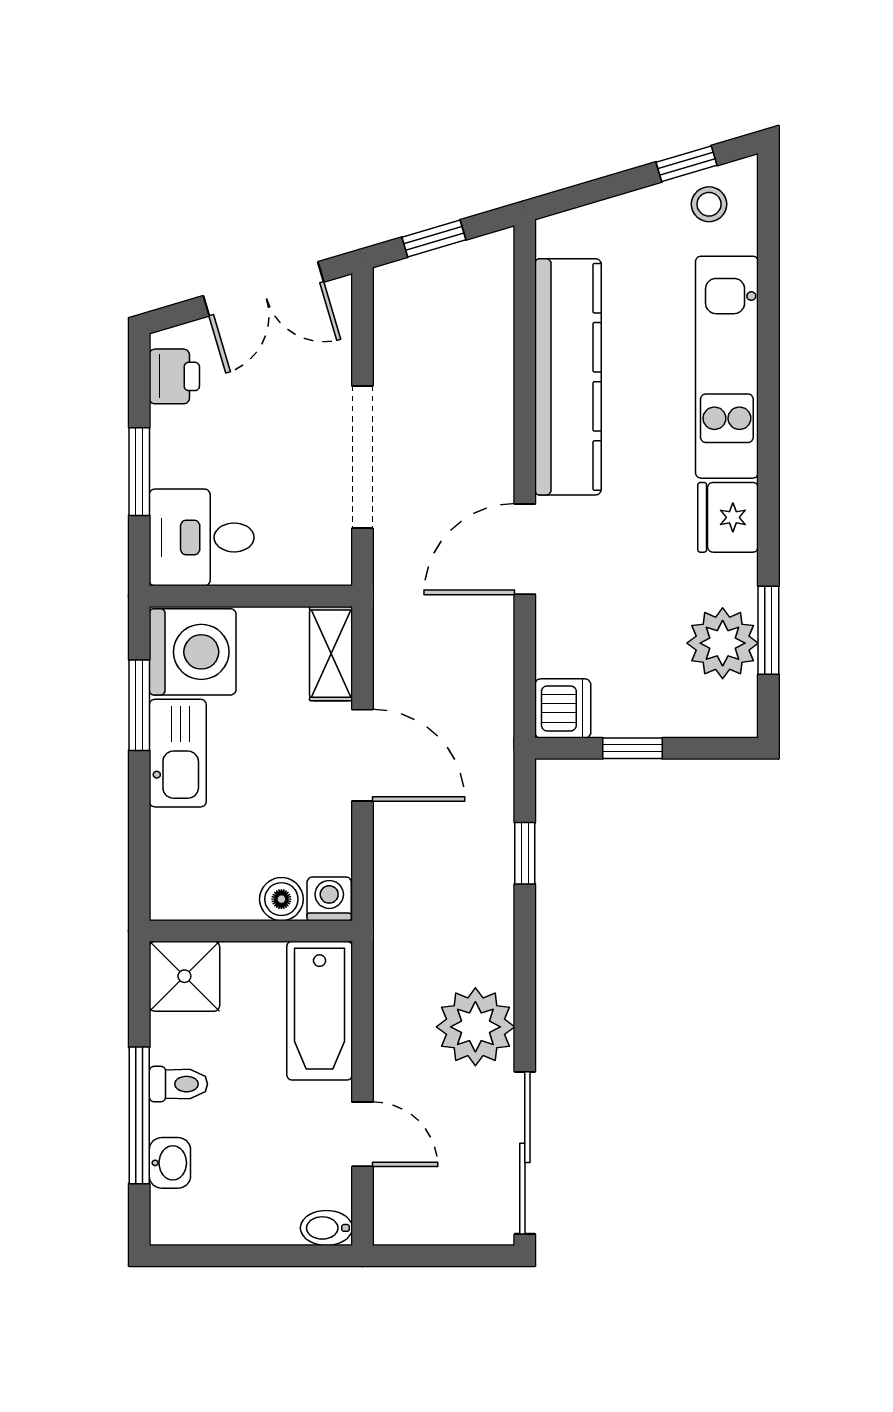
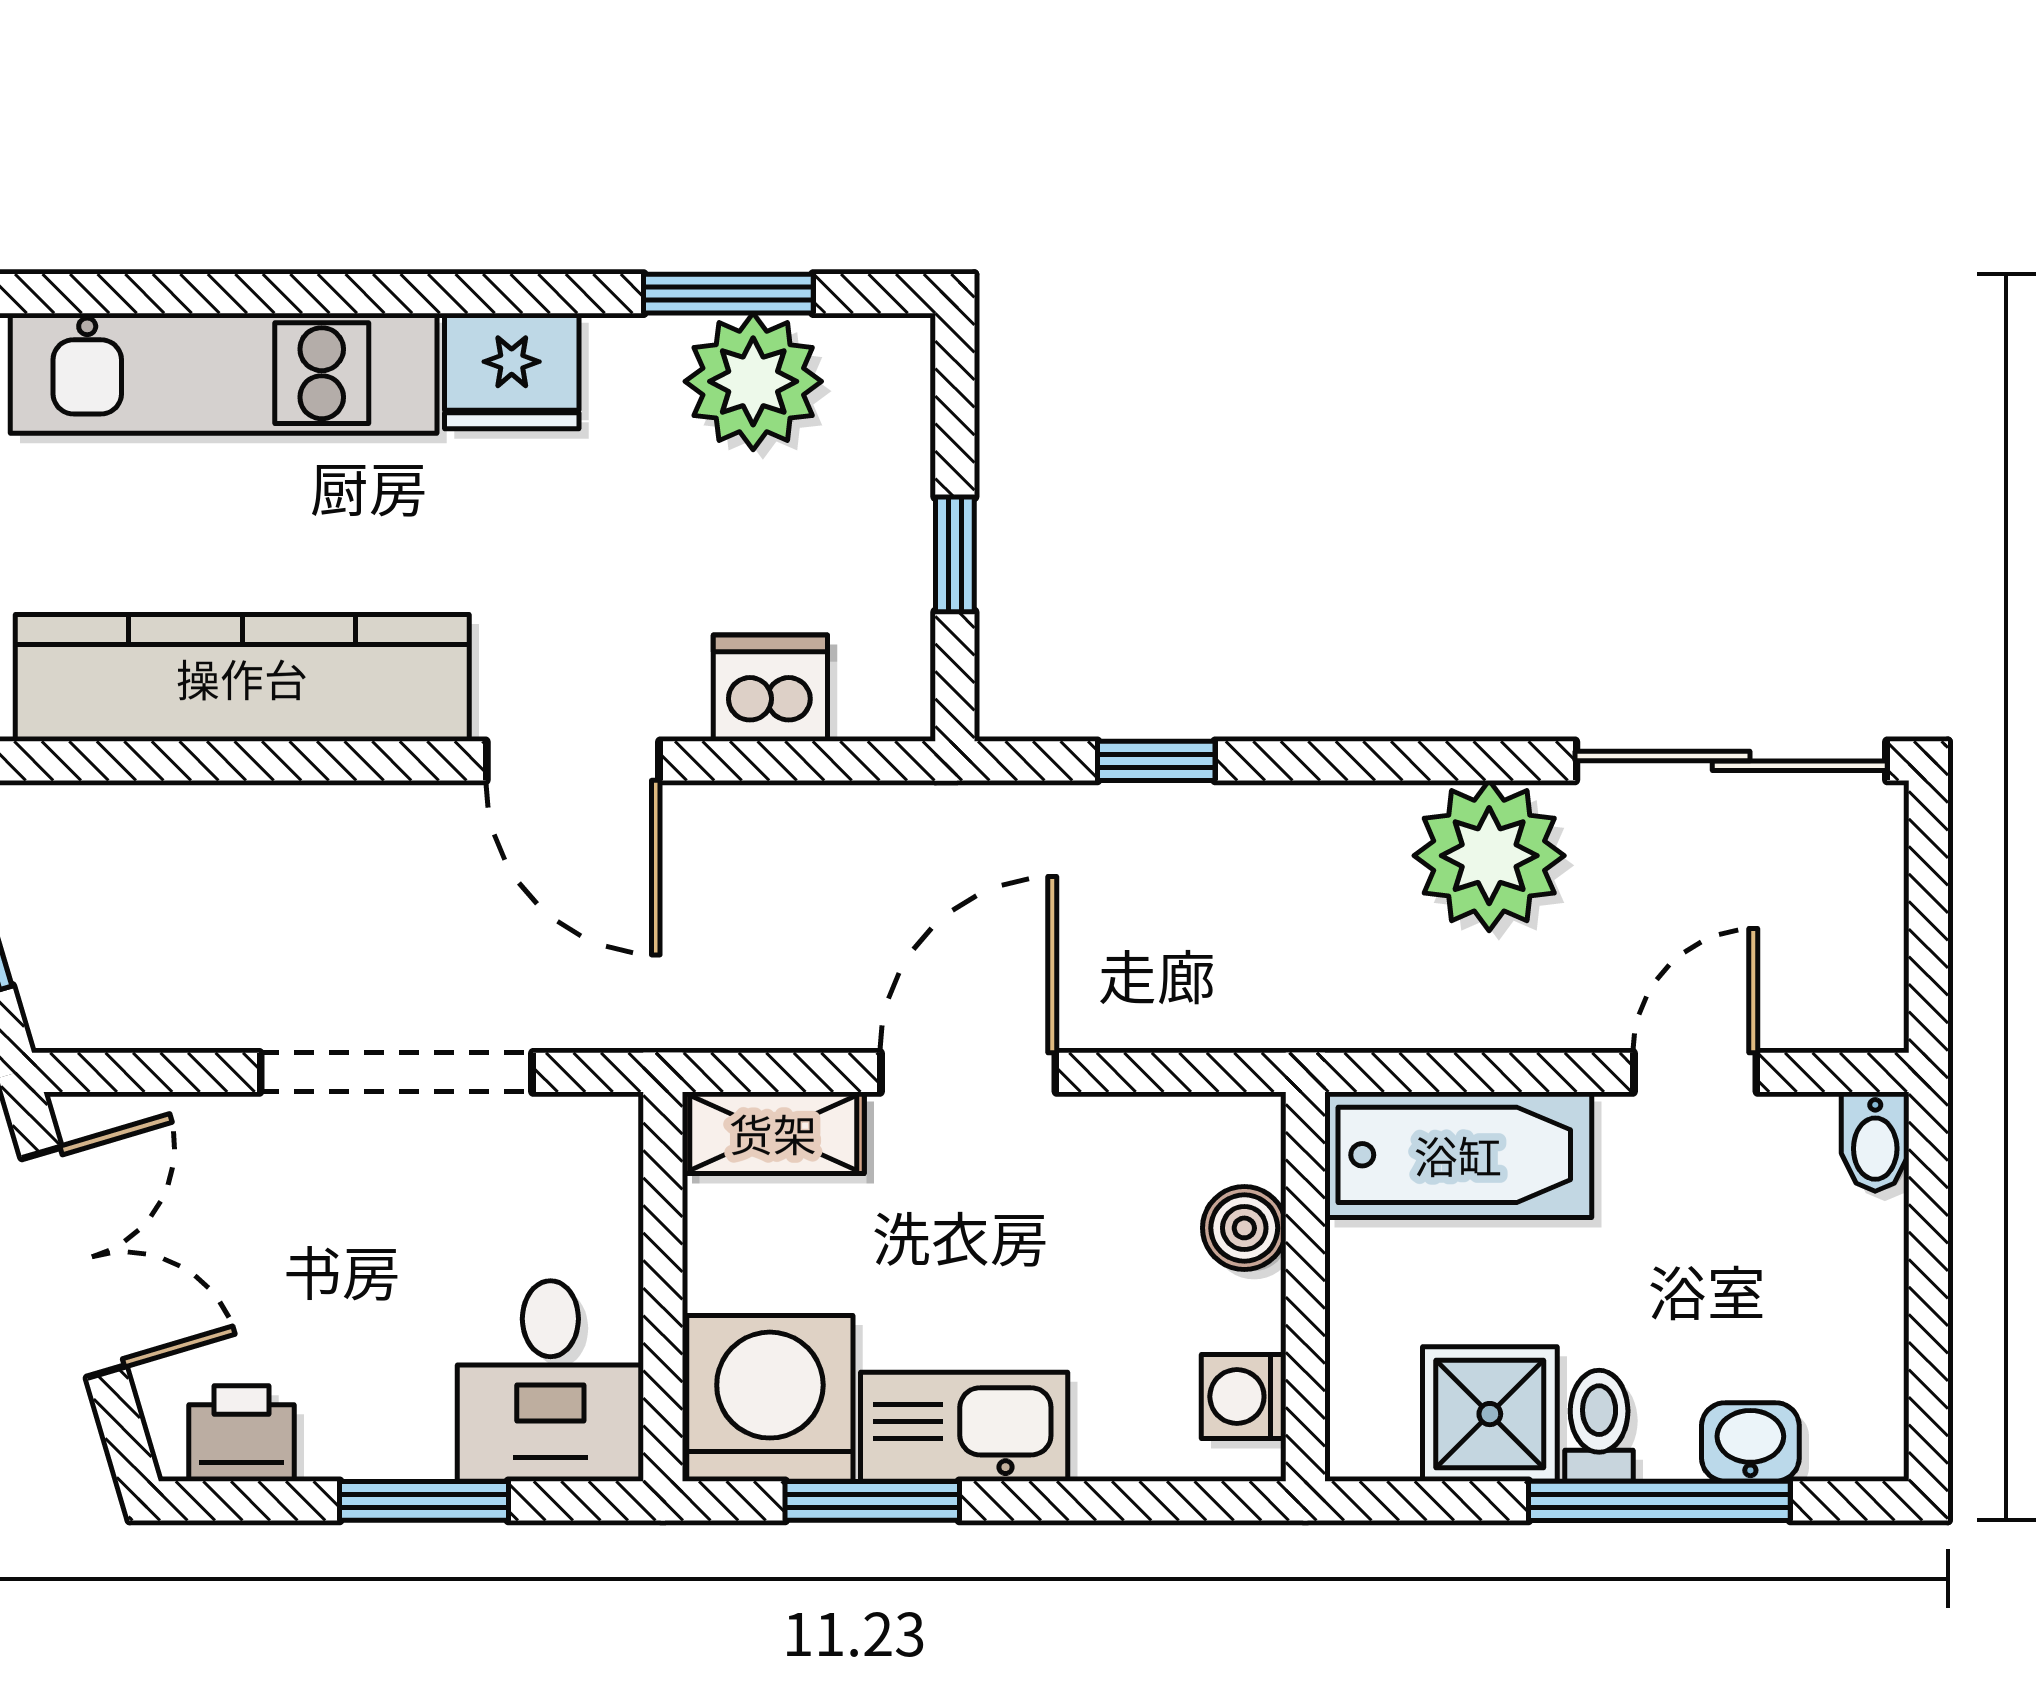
dishwasher: (563, 708) -> (770, 688), moved
washing machine: (329, 899) -> (1244, 1397), moved
shower: (184, 976) -> (1490, 1414), moved

